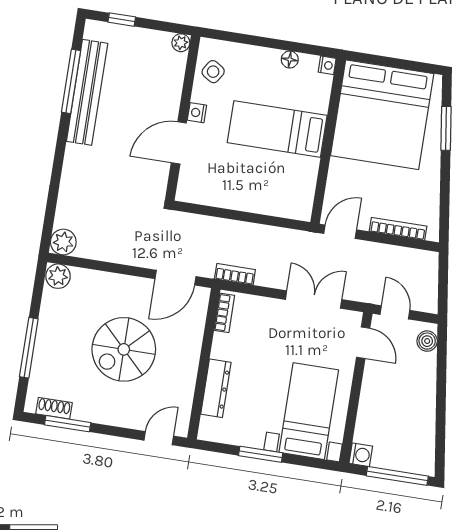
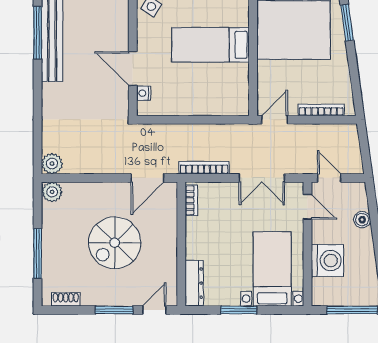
nightstand: (197, 113) -> (144, 93), moved
door: (179, 143) -> (133, 69), hinge flipped
bookcase: (235, 274) -> (204, 168), width x1.56
double door: (314, 299) -> (262, 178), swing flipped
boiler: (427, 341) -> (362, 220), moved
dresser: (216, 388) -> (194, 283), moved
window: (68, 424) -> (114, 310), moved
washing machine: (361, 455) -> (327, 261), moved, width x1.89, depth x1.89

